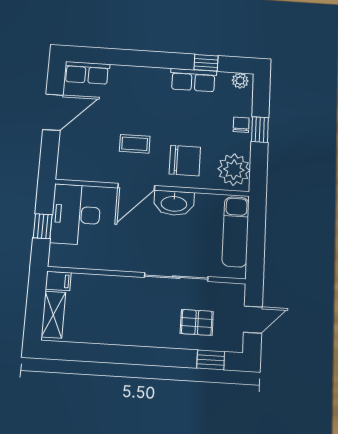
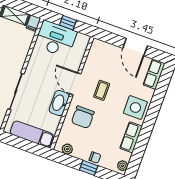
window: (206, 63) -> (140, 148), removed
side table: (146, 86) -> (135, 107), added
plant: (234, 170) -> (67, 149), width x0.53, depth x0.53
desk: (76, 215) -> (56, 39), moved

